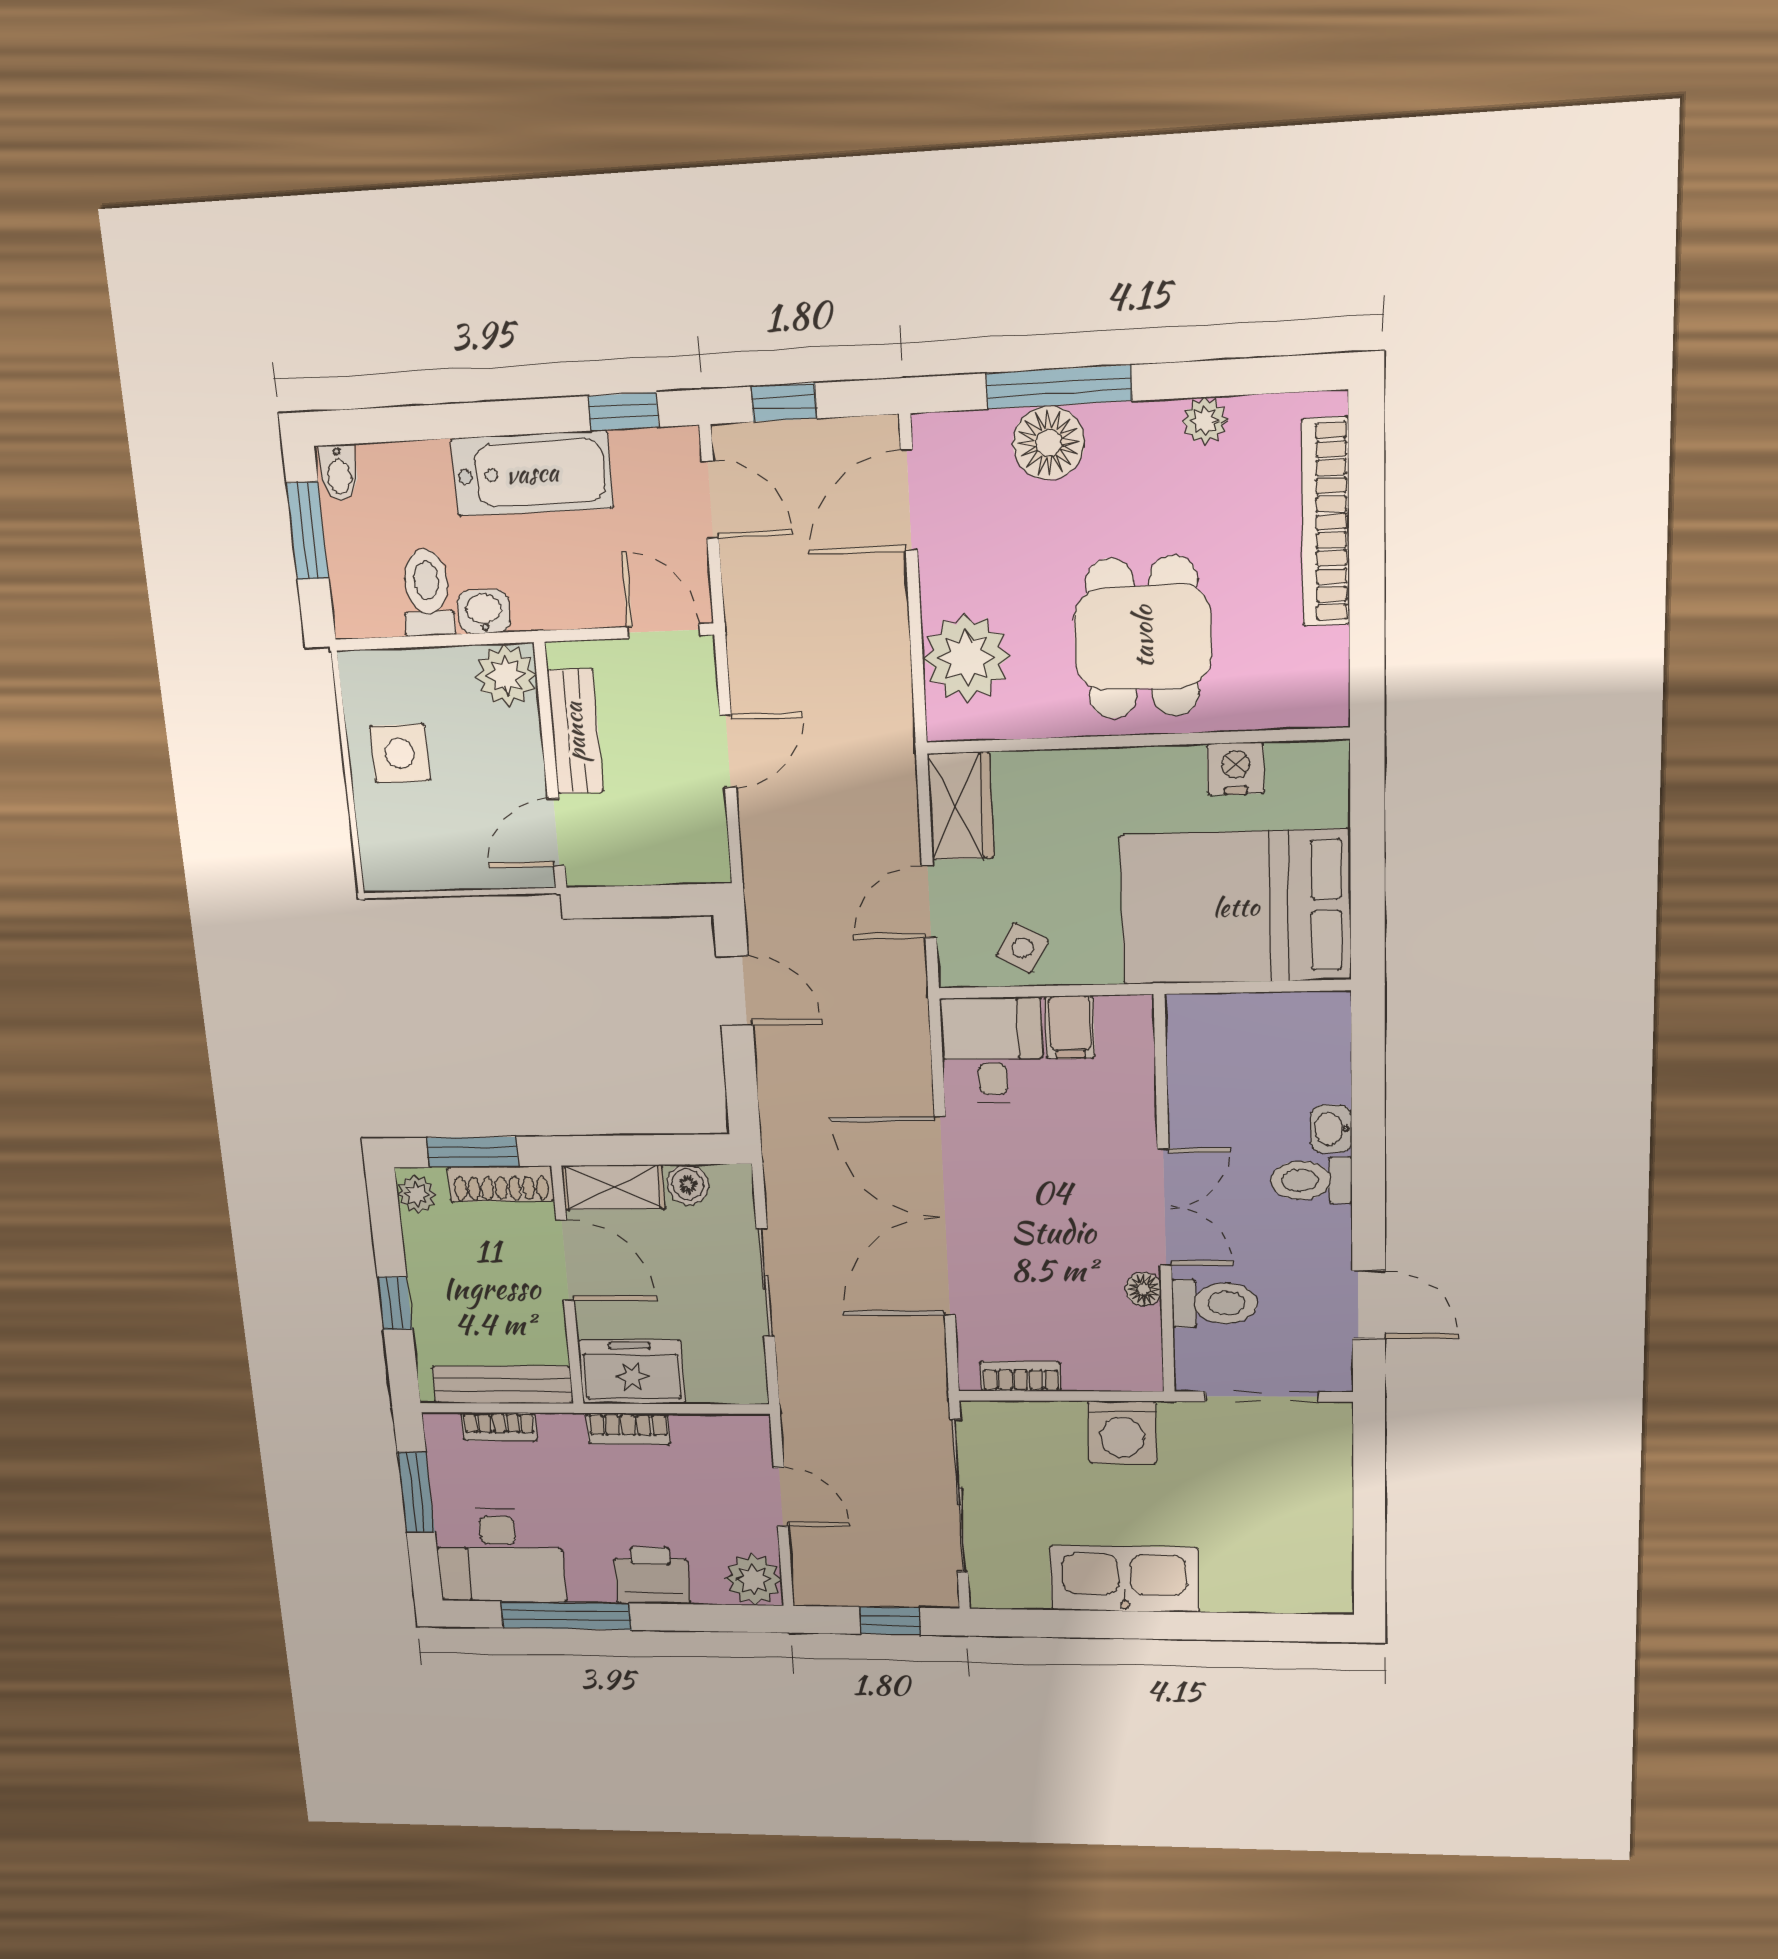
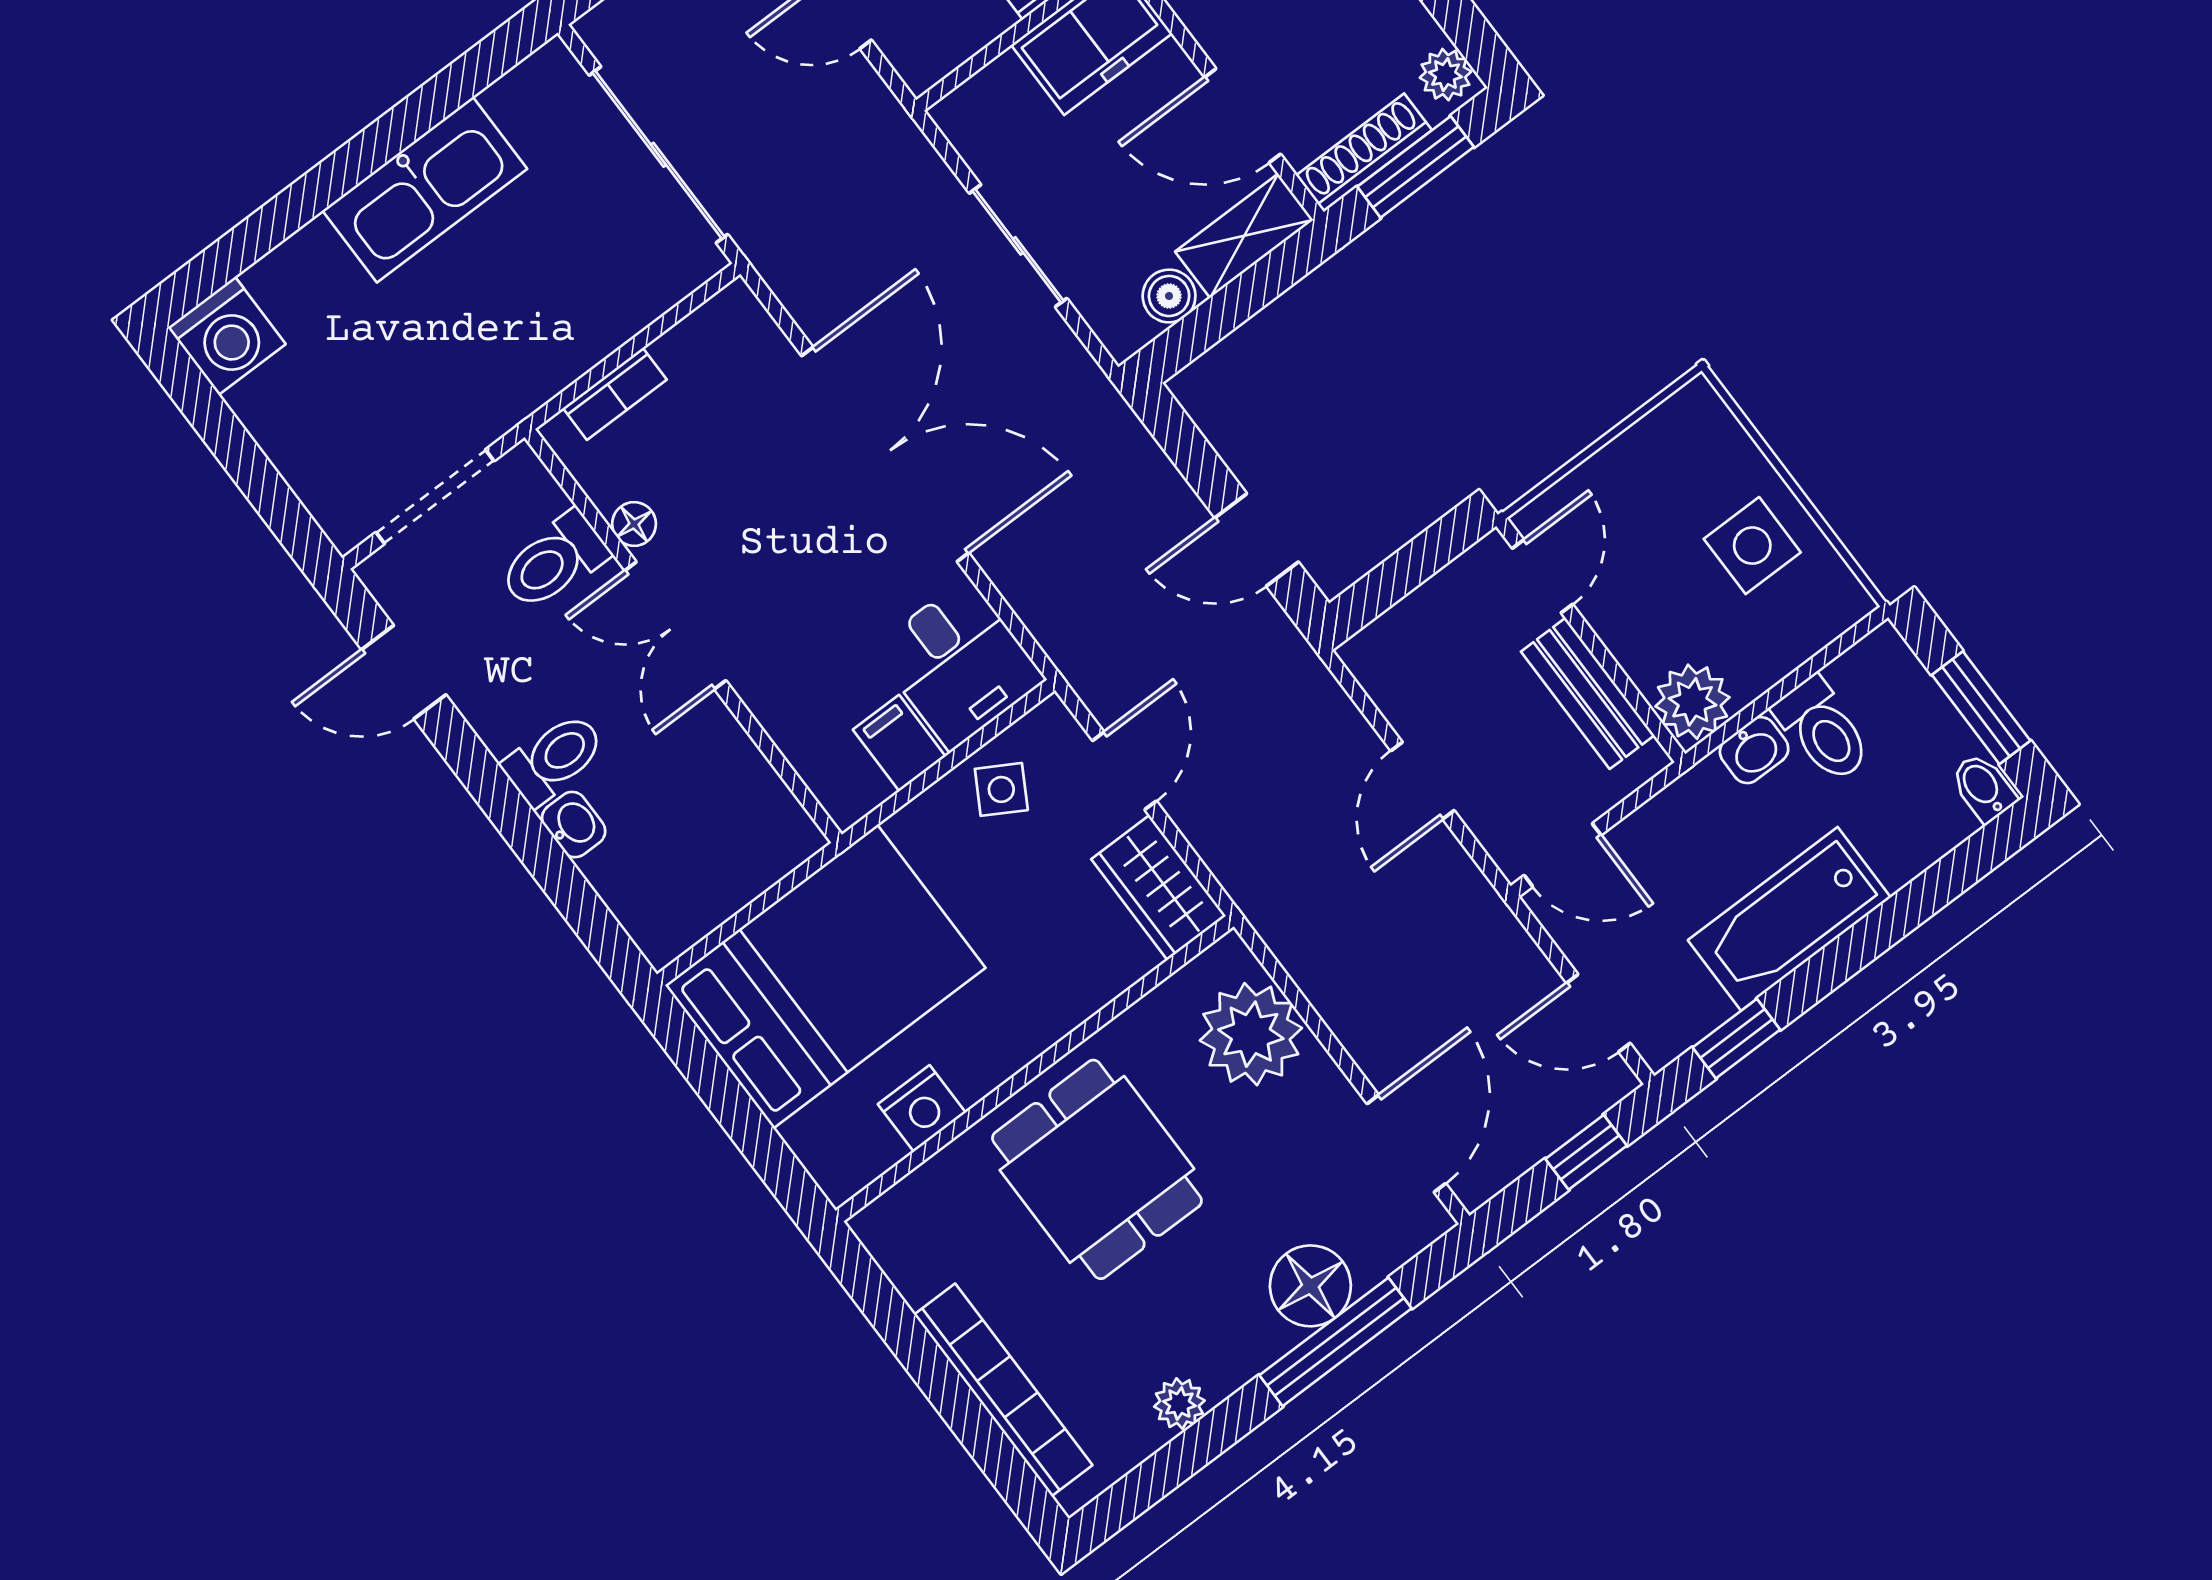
bookcase: (1021, 1376) -> (615, 394), moved
washing machine: (1122, 1432) -> (227, 336), moved, turned 180

